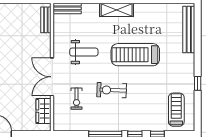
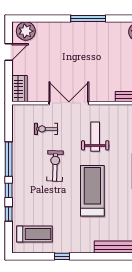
weight bench: (84, 52) -> (95, 137), turned 180
wardrobe: (44, 111) -> (19, 89), moved, turned 90

